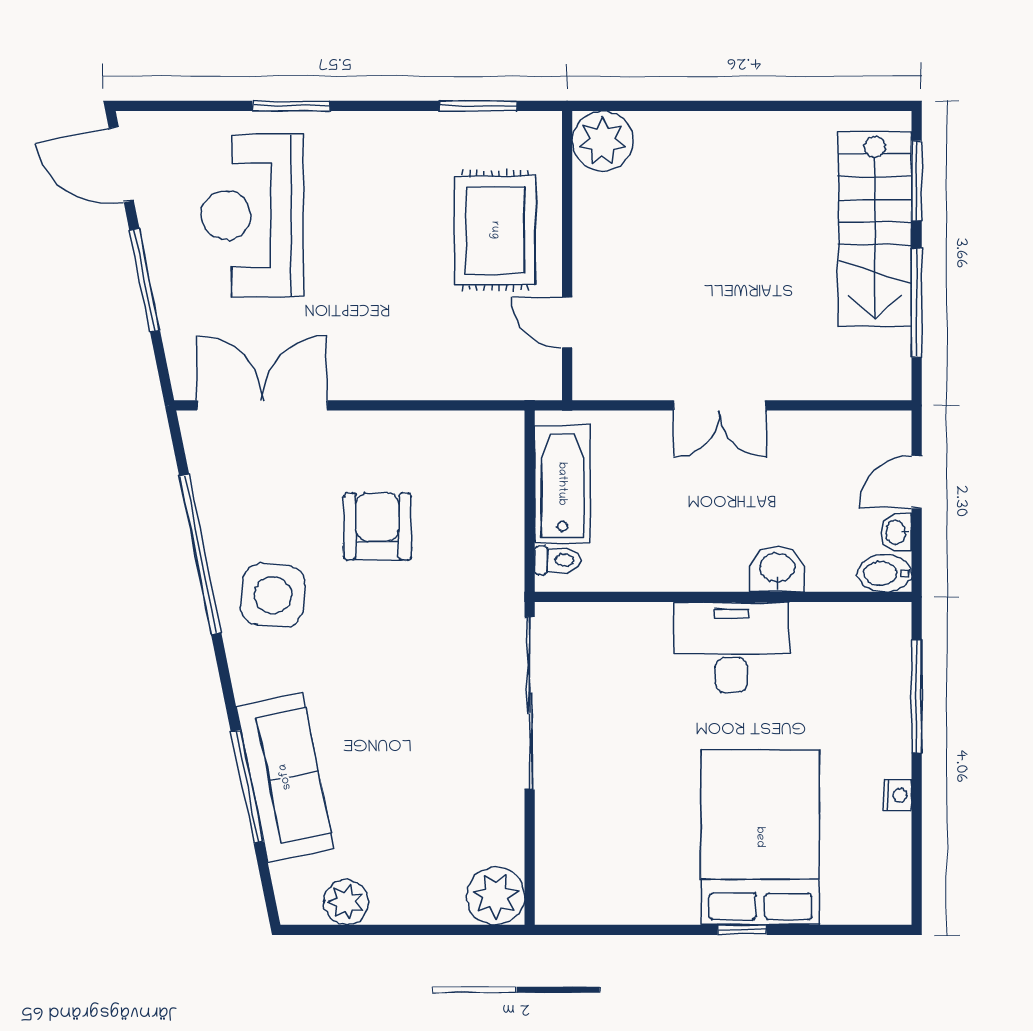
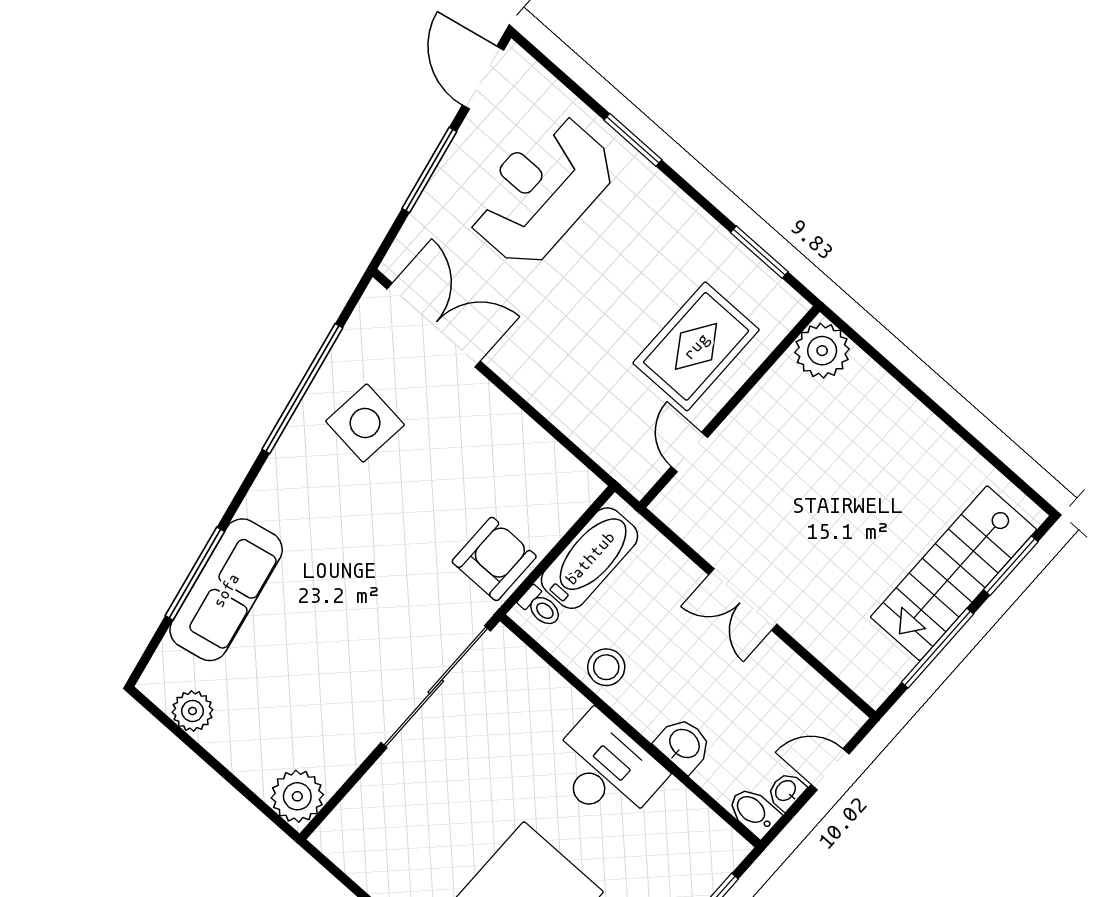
armchair: (377, 527) -> (494, 559), moved
stool: (656, 562) -> (606, 667), added
side table: (273, 595) -> (365, 423), moved

